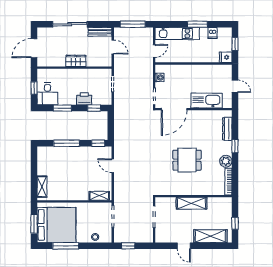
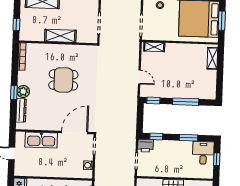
printer: (84, 99) -> (146, 146), moved
plant: (226, 161) -> (23, 91), moved
window: (235, 223) -> (16, 24), moved

